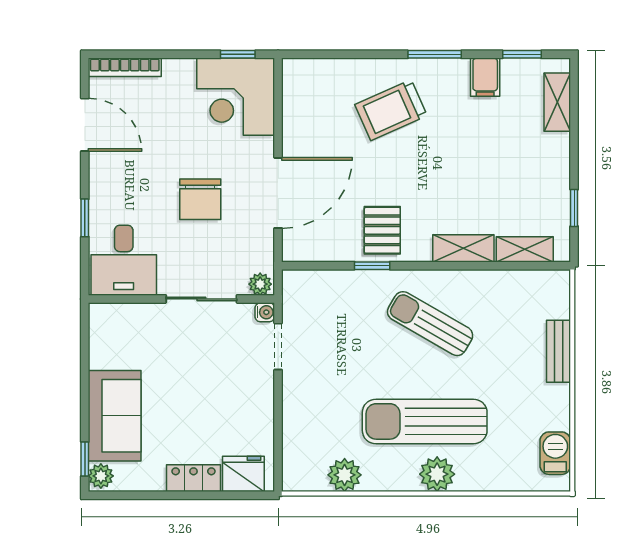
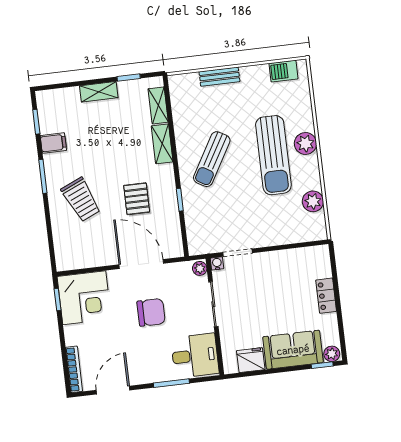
shelving: (557, 102) -> (99, 92), moved
window: (85, 218) -> (171, 383), width x1.50
pallet: (382, 230) -> (137, 199), moved, turned 90
fridge: (243, 474) -> (251, 360), moved, turned 90

